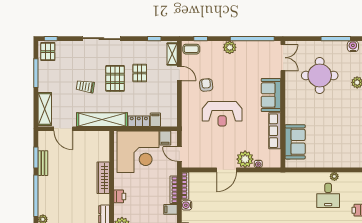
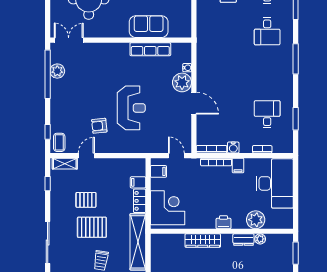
plant: (230, 47) -> (57, 71), moved
sofa: (271, 95) -> (110, 53), removed
sofa: (295, 142) -> (149, 27), moved
corner desk: (138, 152) -> (168, 208), width x0.74, depth x0.74
door: (179, 154) -> (176, 156), swing flipped

